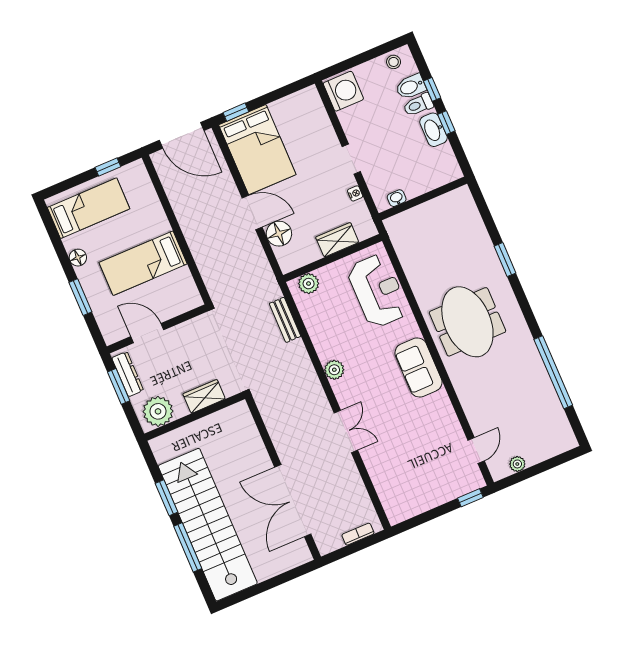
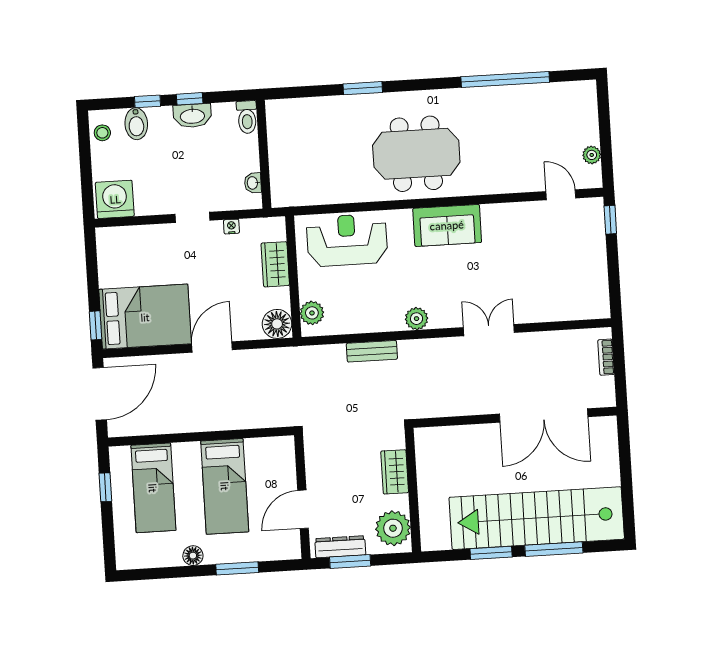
toilet: (418, 105) -> (247, 117), moved
bed: (89, 208) -> (153, 488), moved, turned 180
floor lamp: (279, 234) -> (277, 324), moved
bench: (285, 320) -> (372, 351), moved

